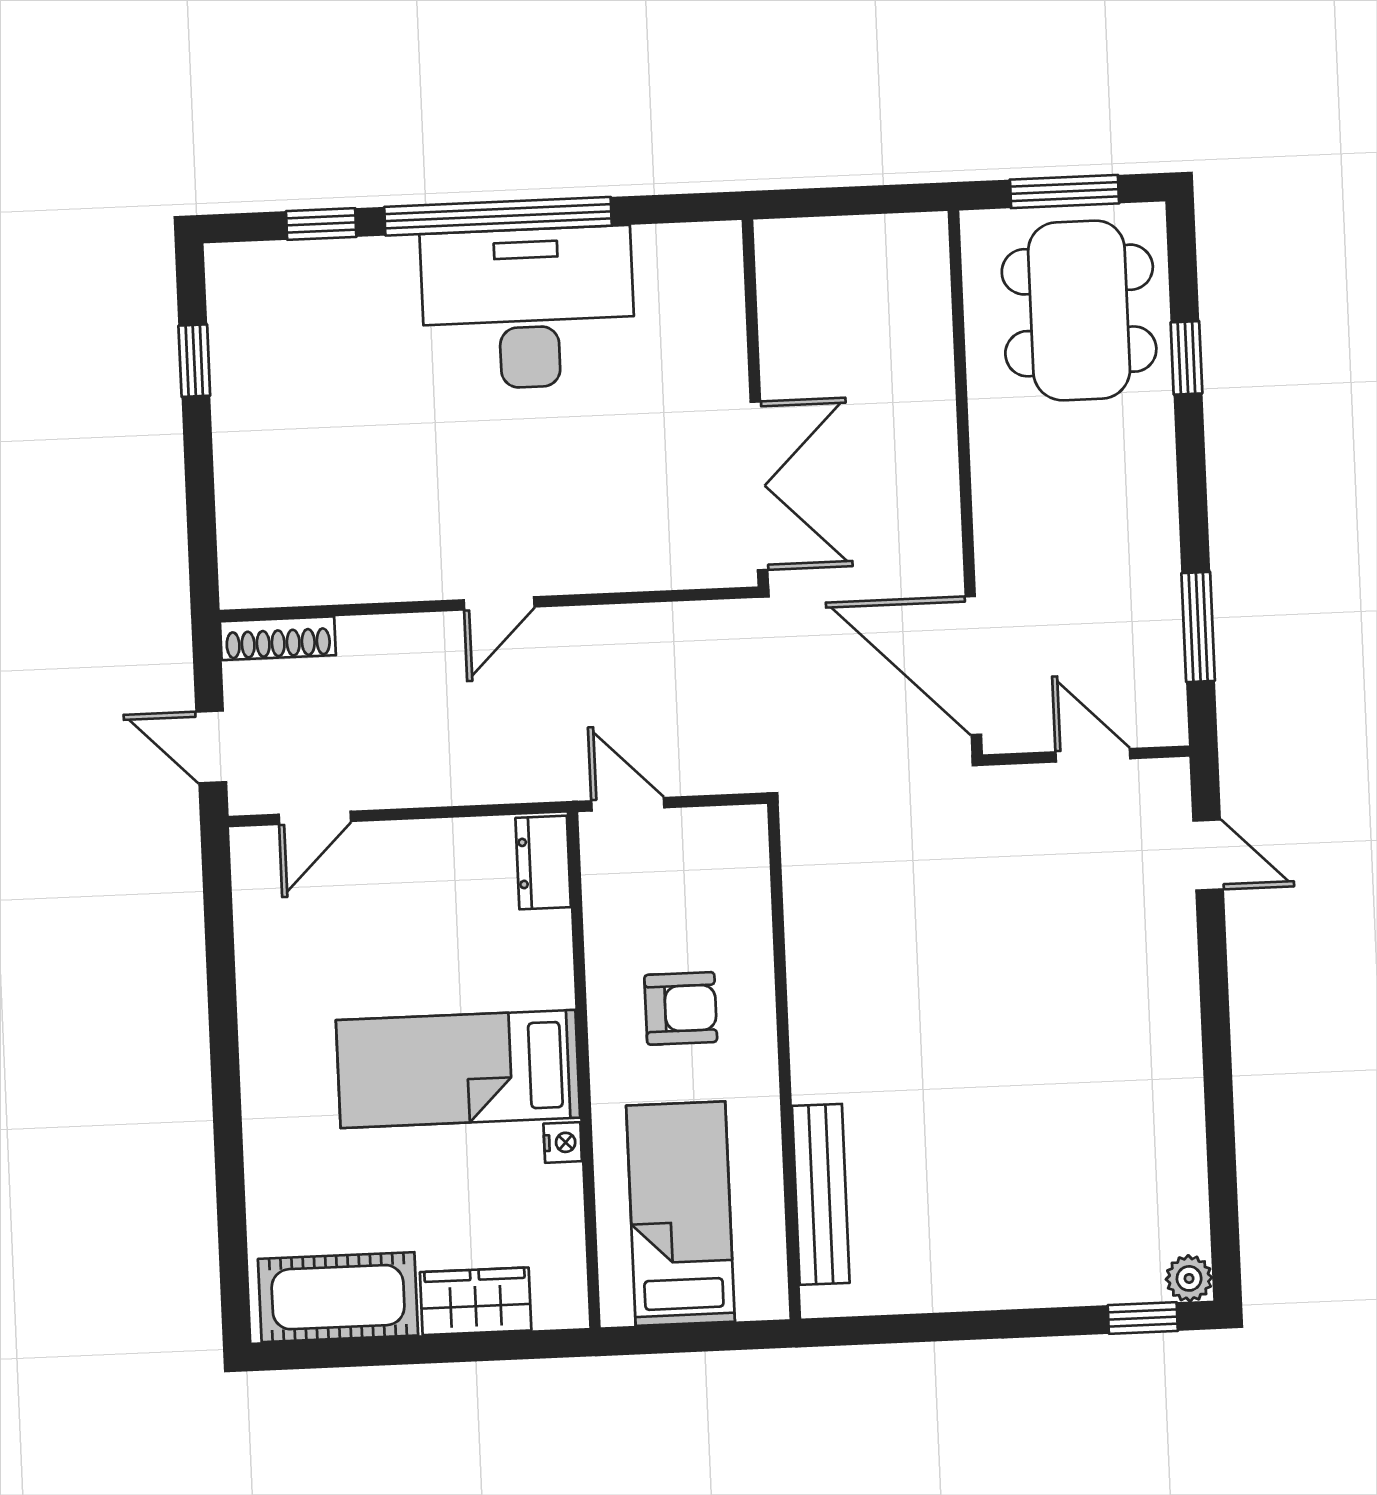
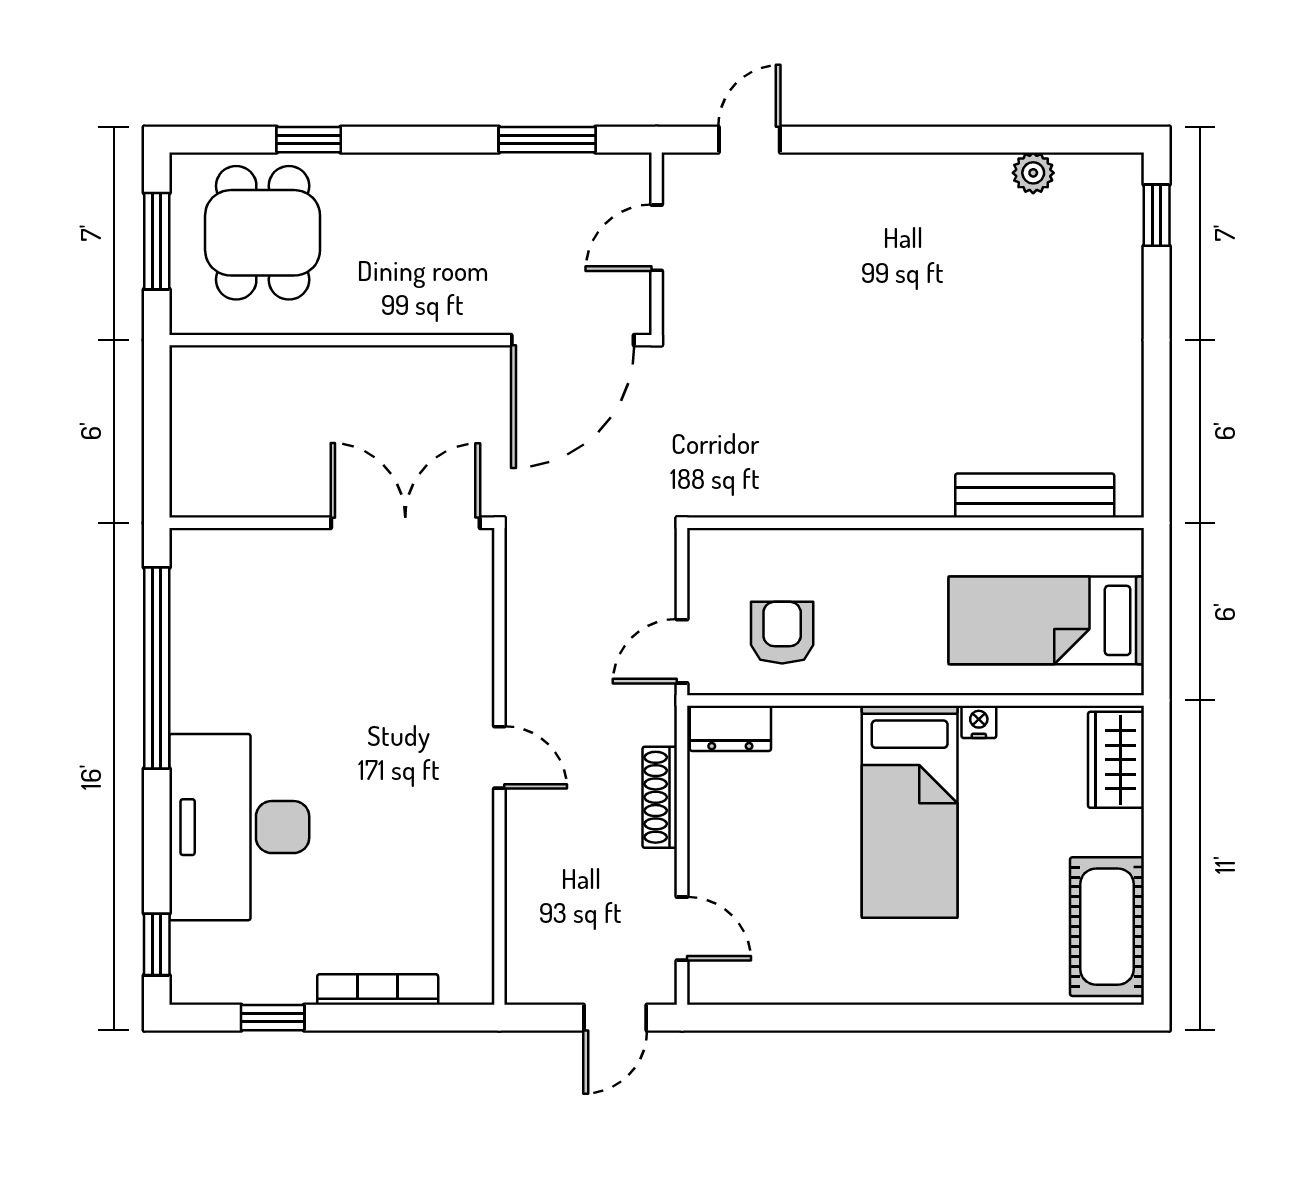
window: (498, 216) -> (157, 668), moved
window: (321, 224) -> (157, 944), moved
desk: (528, 308) -> (239, 827), moved
dining table: (1079, 310) -> (263, 233), width x0.73
bookcase: (231, 478) -> (378, 989), added
shoe rack: (278, 638) -> (660, 797), moved, turned 180
armchair: (681, 1008) -> (782, 633), moved
plant: (1189, 1278) -> (1033, 173), moved
wardrobe: (476, 1301) -> (1116, 760), moved

